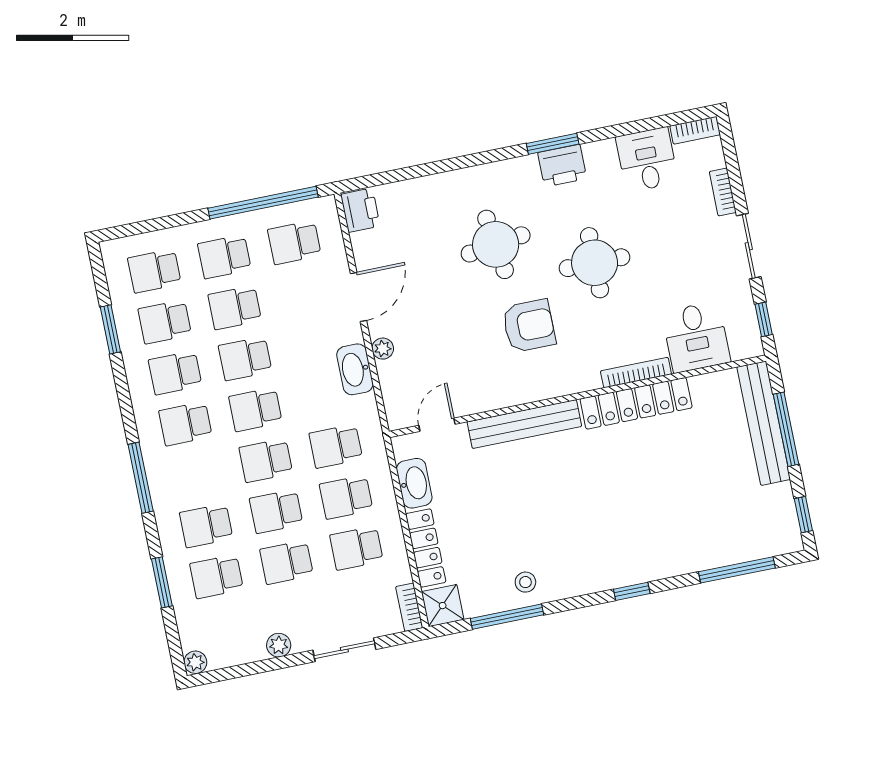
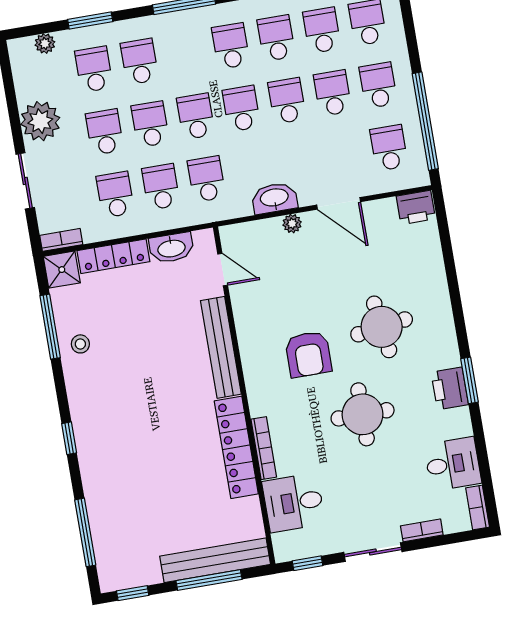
plant: (279, 645) -> (40, 121), width x1.87, depth x1.87
plant: (195, 662) -> (45, 43), moved

